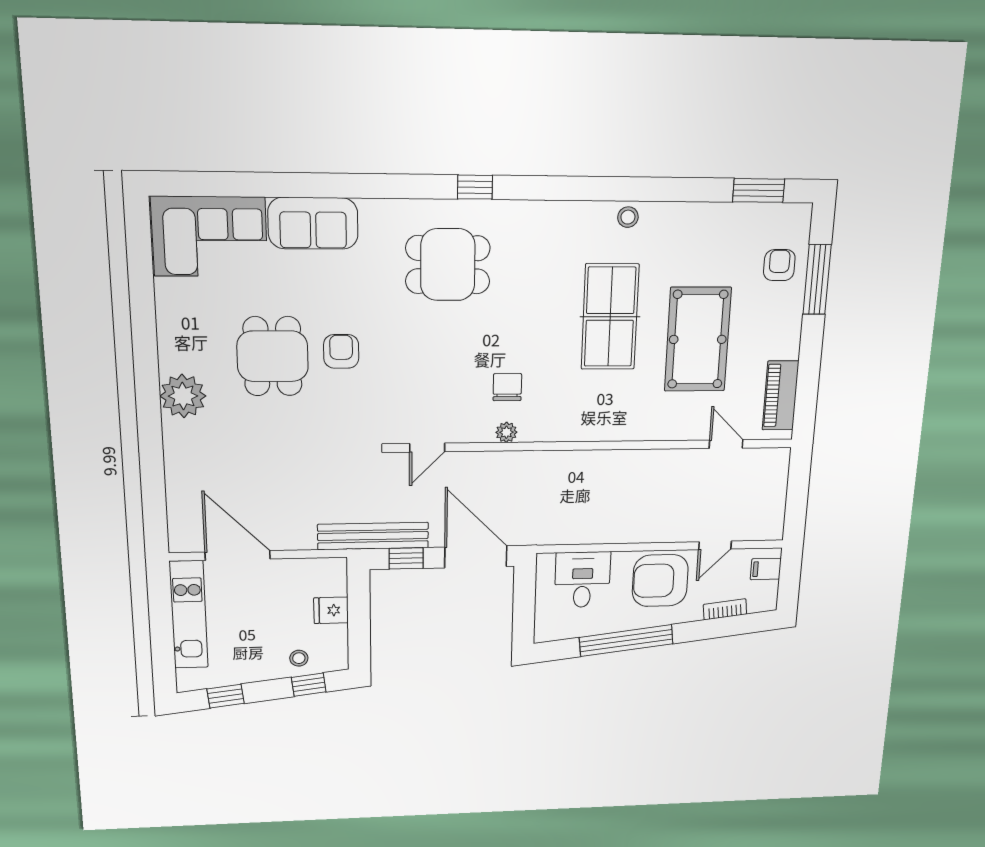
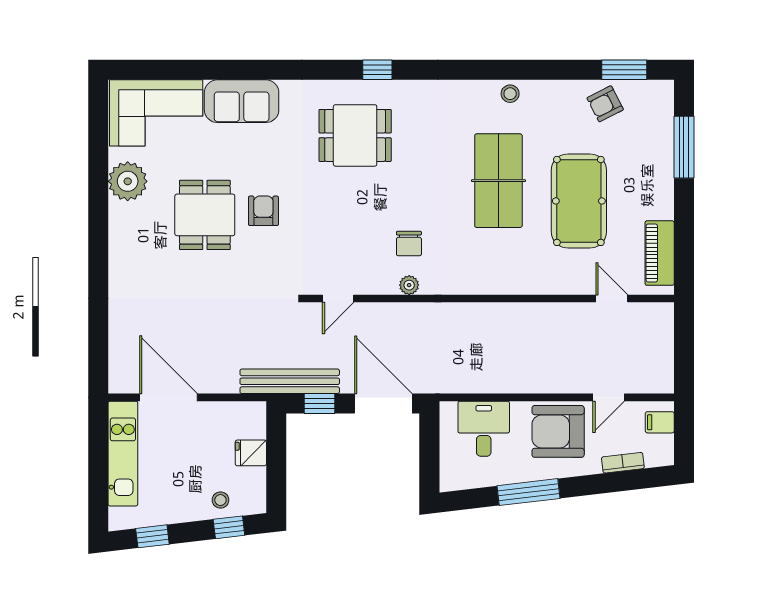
armchair: (779, 265) -> (605, 104), moved, turned -117
chair: (507, 387) -> (409, 244), turned 180
plant: (183, 396) -> (128, 181), moved
window: (626, 641) -> (529, 492), width x0.68

